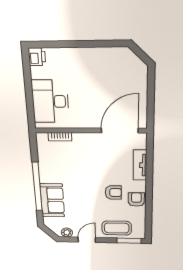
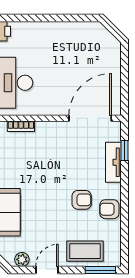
window: (150, 156) -> (124, 150), added
armchair: (136, 199) -> (109, 209), turned -90

